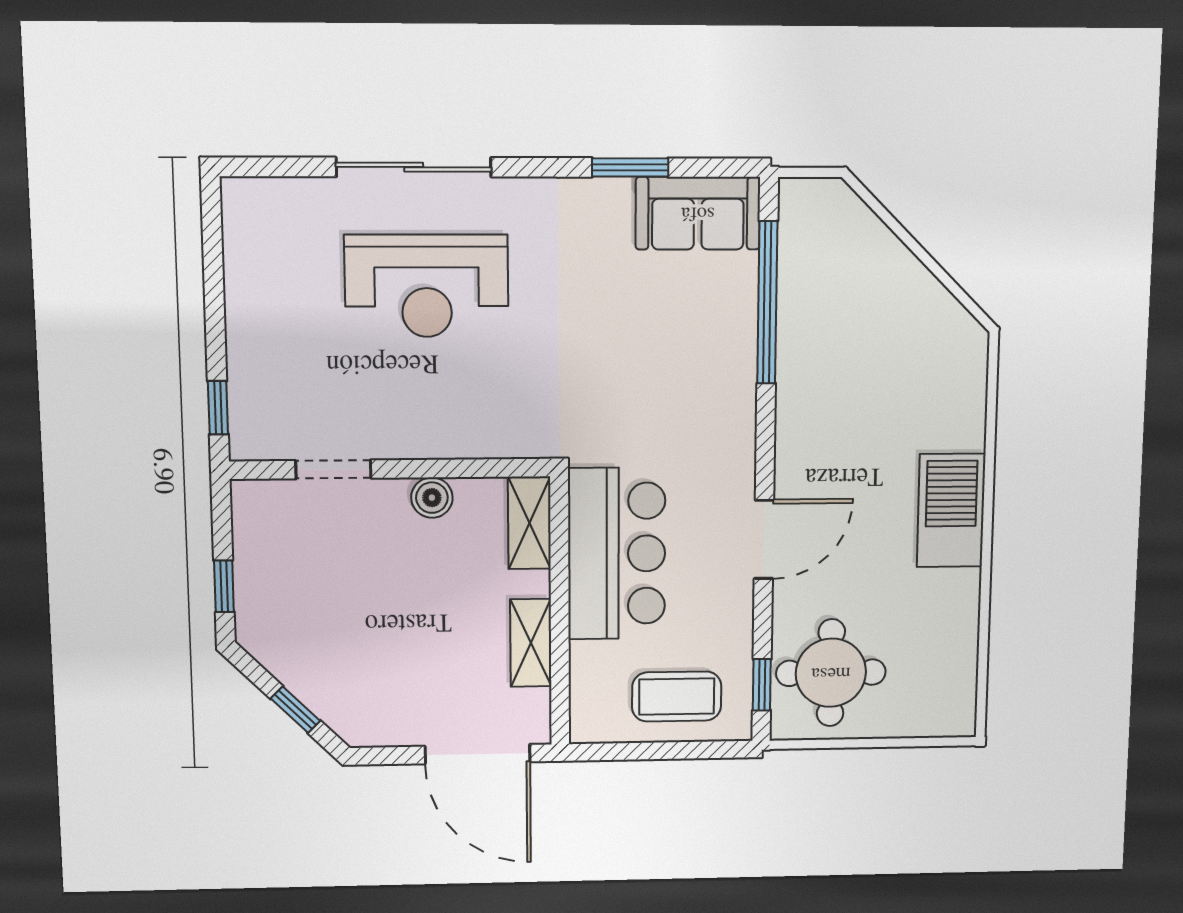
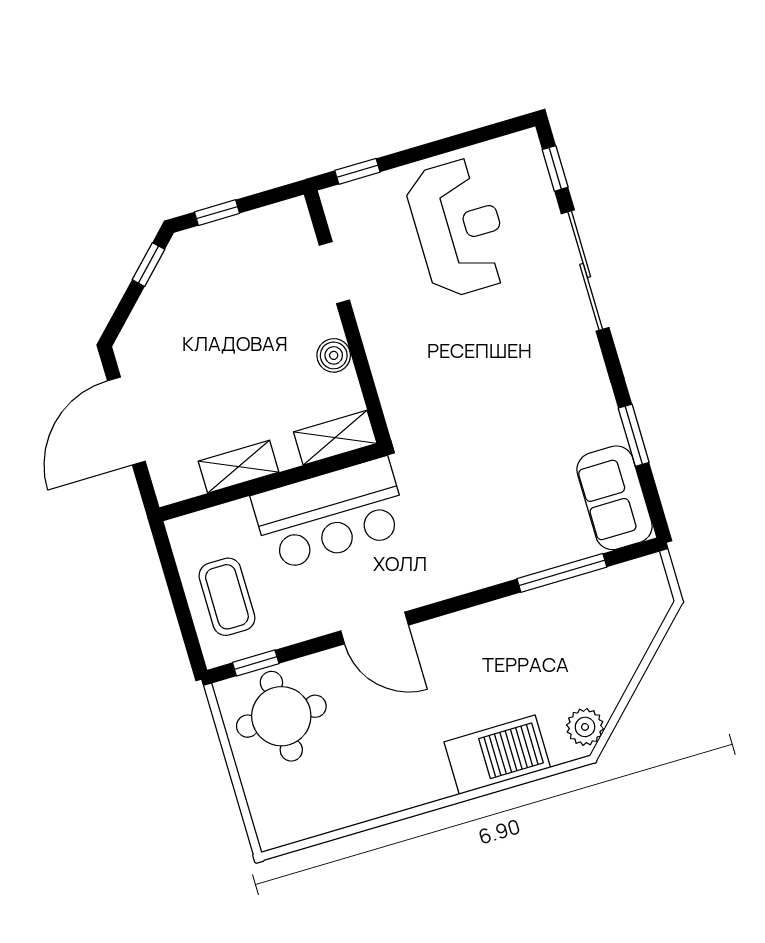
window: (278, 167) -> (555, 168), added
reception desk: (427, 286) -> (459, 228), moved, turned 180
window: (767, 303) -> (562, 573), width x0.68
plant: (954, 328) -> (585, 727), added
barbecue: (951, 510) -> (497, 755), moved
window: (295, 710) -> (148, 265), moved
door: (478, 754) -> (126, 421), moved

